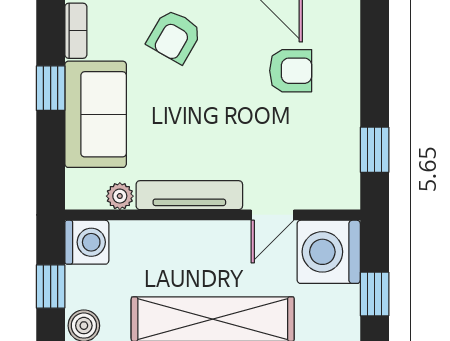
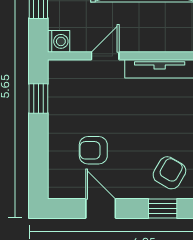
washing machine: (329, 252) -> (59, 41), width x0.53, depth x0.53

